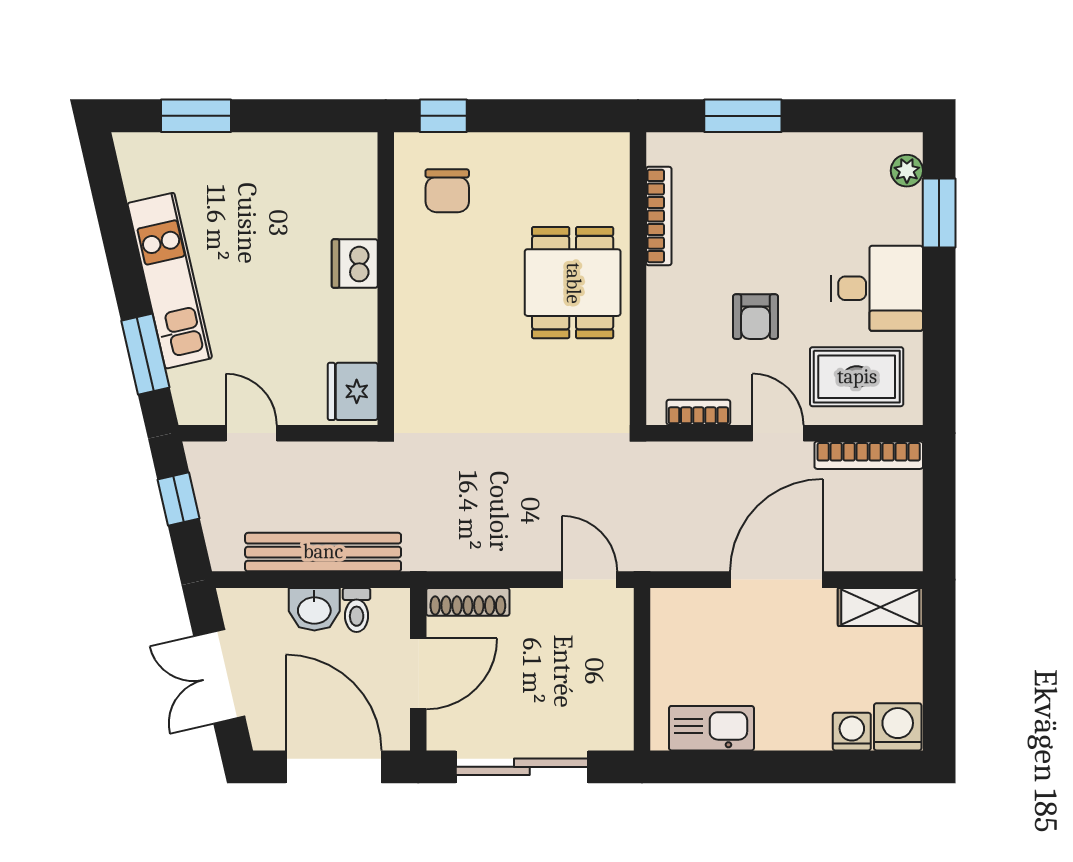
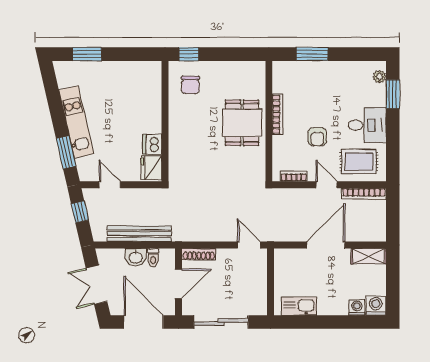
bookcase: (659, 216) -> (277, 114), moved
dishwasher: (355, 264) -> (152, 144), moved

